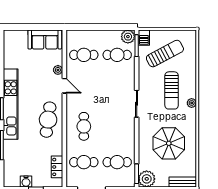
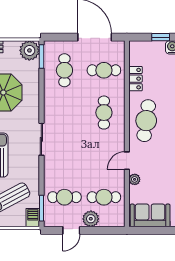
door: (111, 27) -> (71, 230), added
plant: (128, 37) -> (91, 219), moved
door: (64, 86) -> (127, 161), hinge flipped
cafe table: (117, 162) -> (64, 70), turned 90
locker: (57, 167) -> (136, 79), moved

